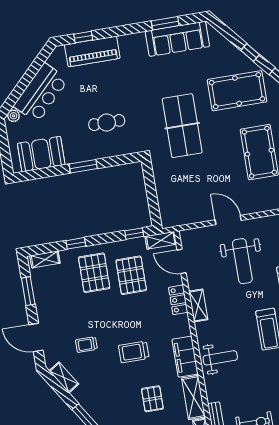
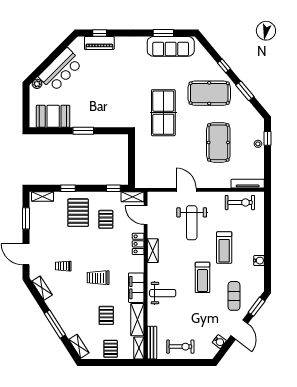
piano: (92, 52) -> (99, 43), width x0.73, depth x0.75
cafe table: (107, 123) -> (107, 101), removed
pallet: (131, 275) -> (106, 219), width x0.67, depth x0.71

